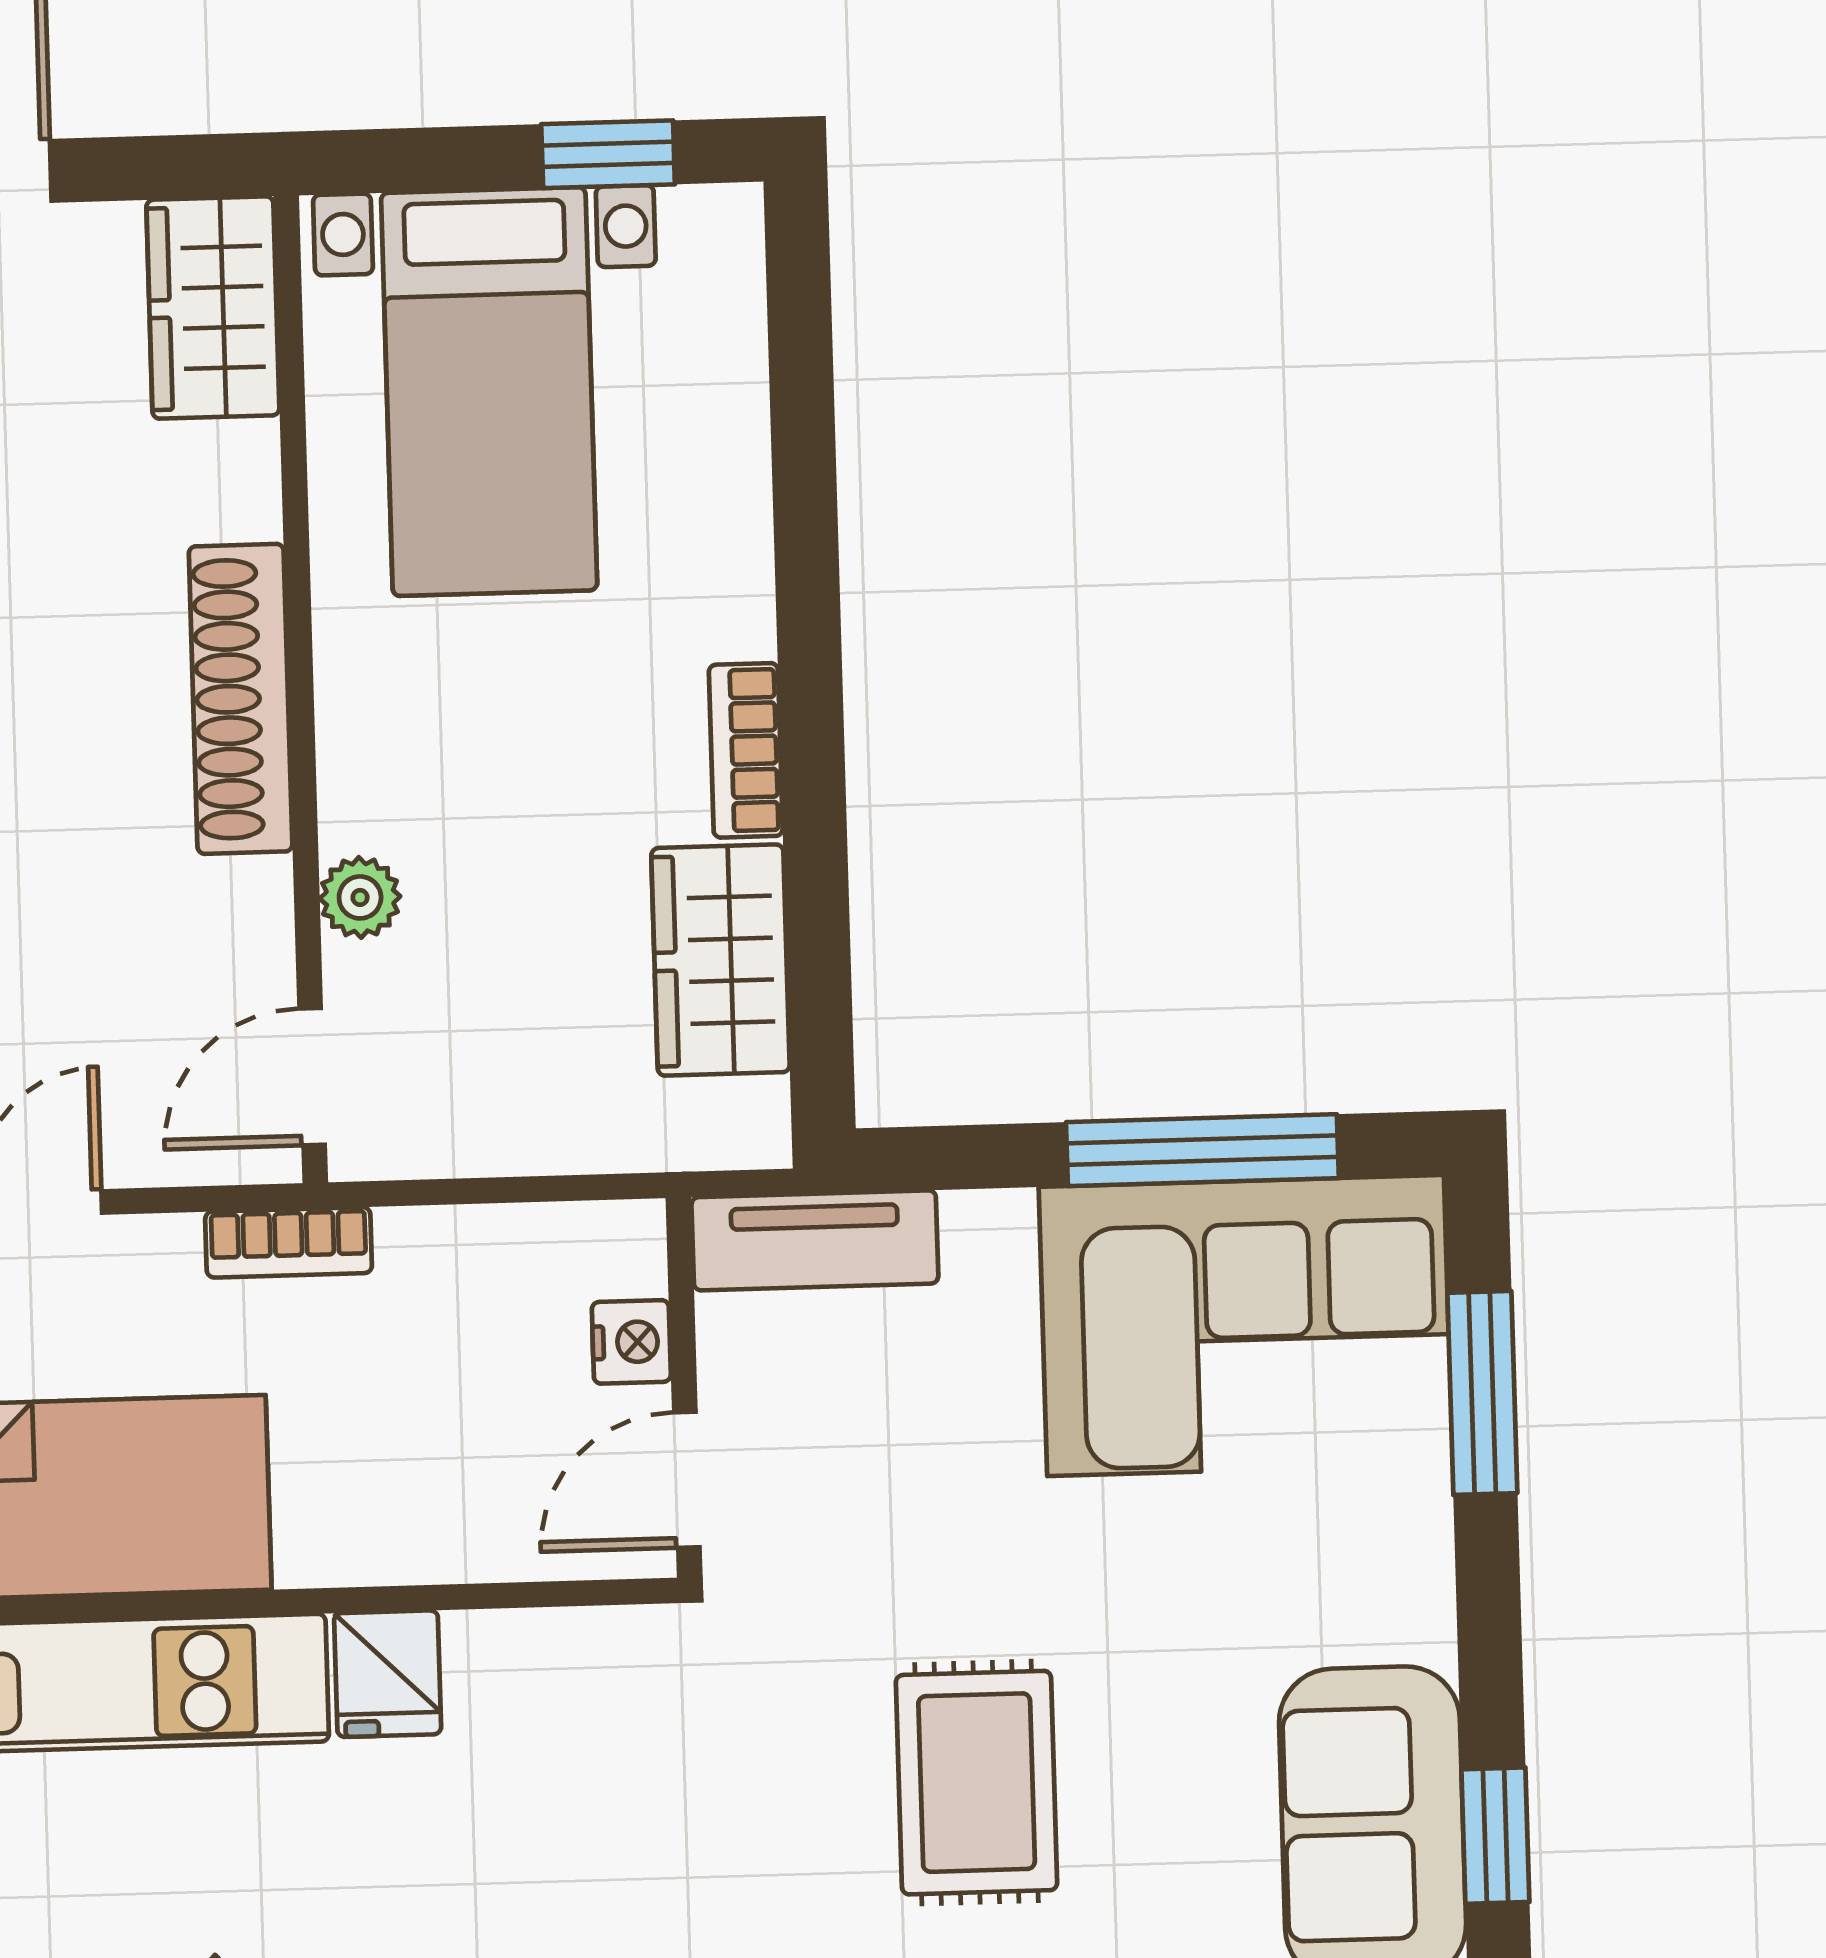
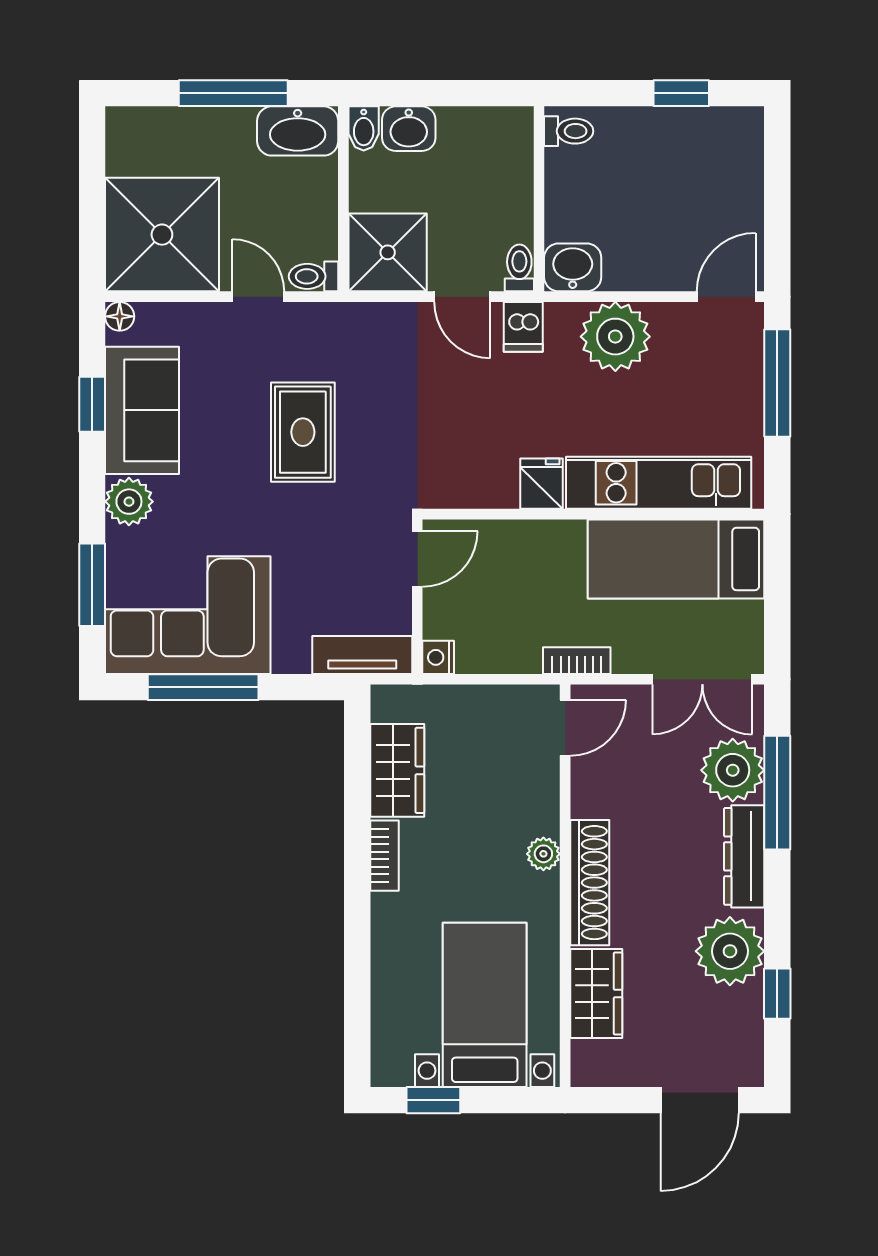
wardrobe: (213, 308) -> (596, 993), moved
plant: (360, 897) -> (543, 854), moved
nightstand: (631, 1342) -> (438, 657), moved
plant: (1398, 1600) -> (129, 502), added

